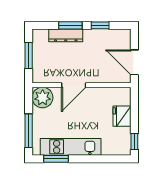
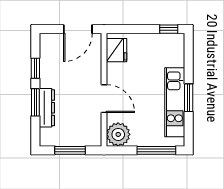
fridge: (122, 116) -> (117, 50), moved, turned -90
window: (56, 159) -> (189, 98), moved

